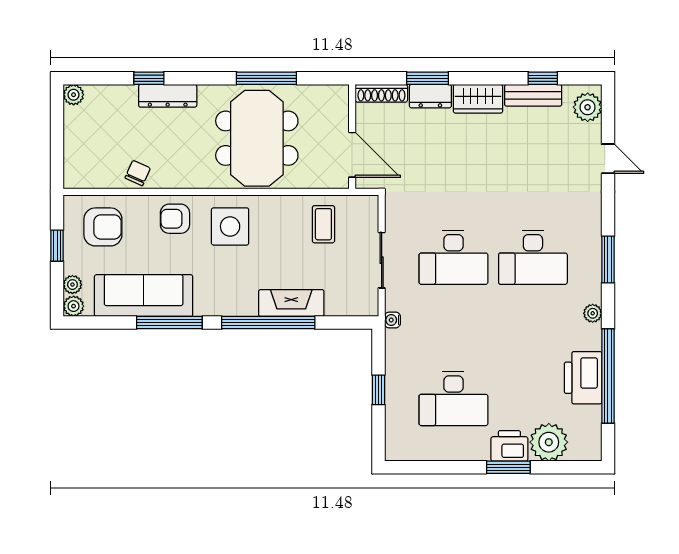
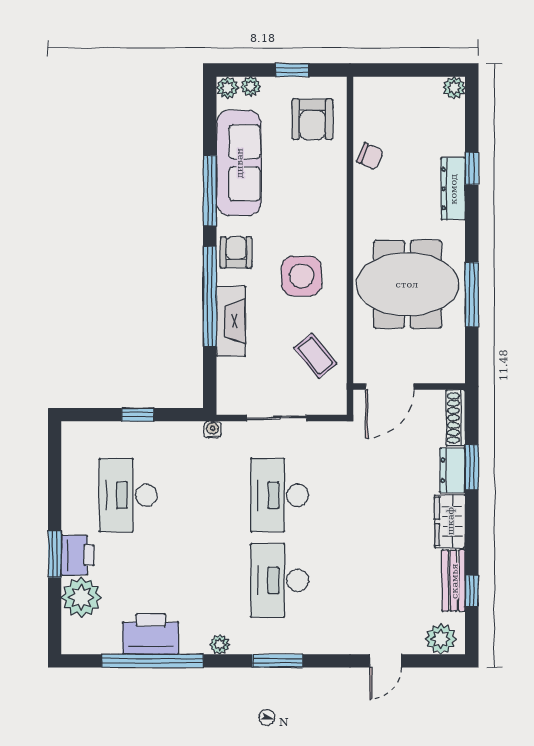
armchair: (175, 219) -> (236, 252), moved
coffee table: (323, 224) -> (315, 356), turned 51
side table: (230, 226) -> (301, 276), moved

